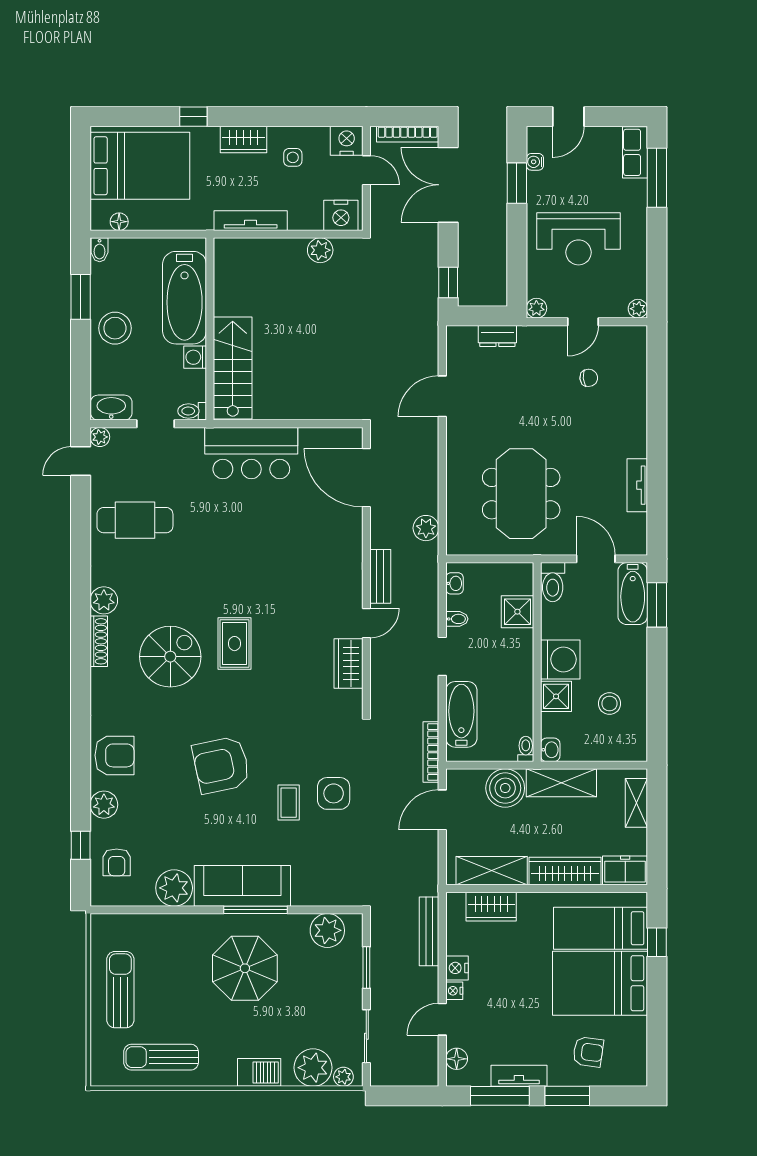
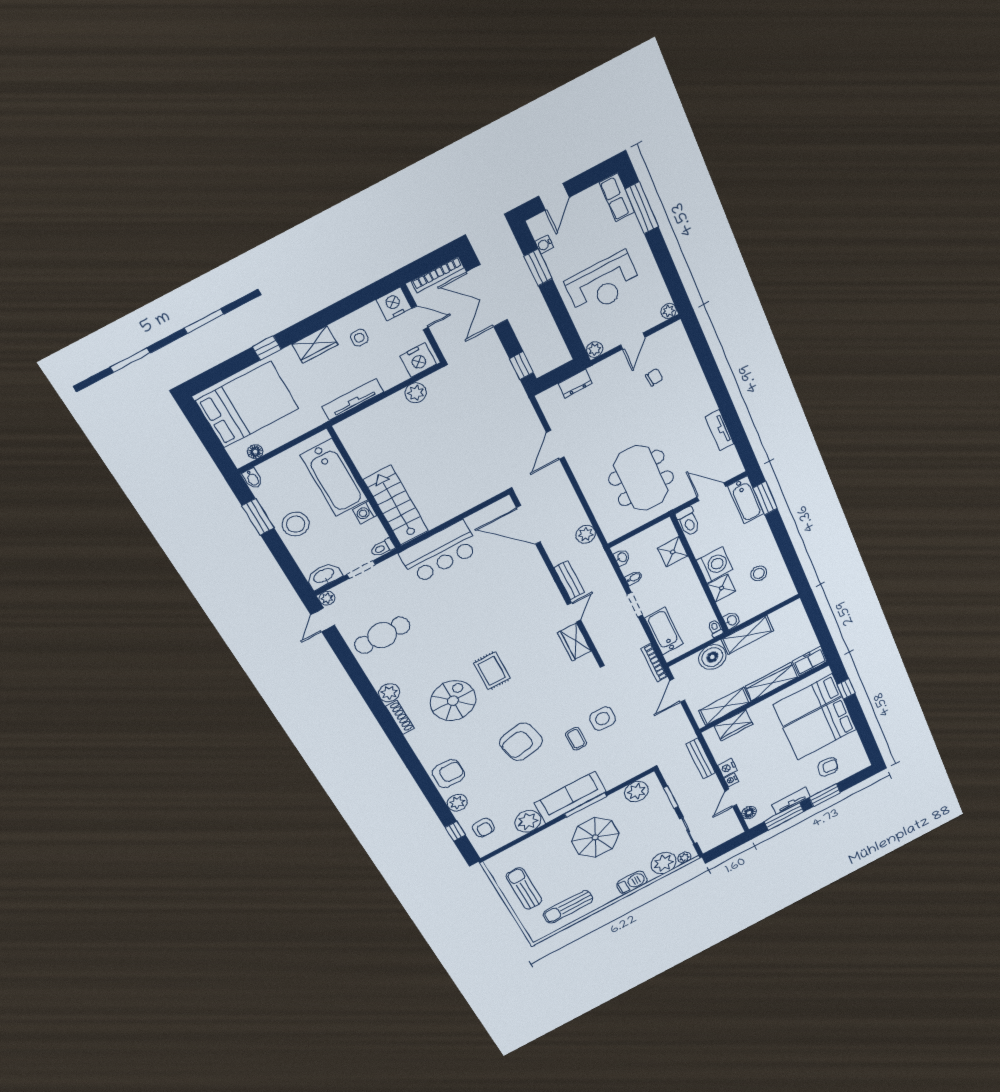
shelving: (636, 803) -> (801, 621), removed

